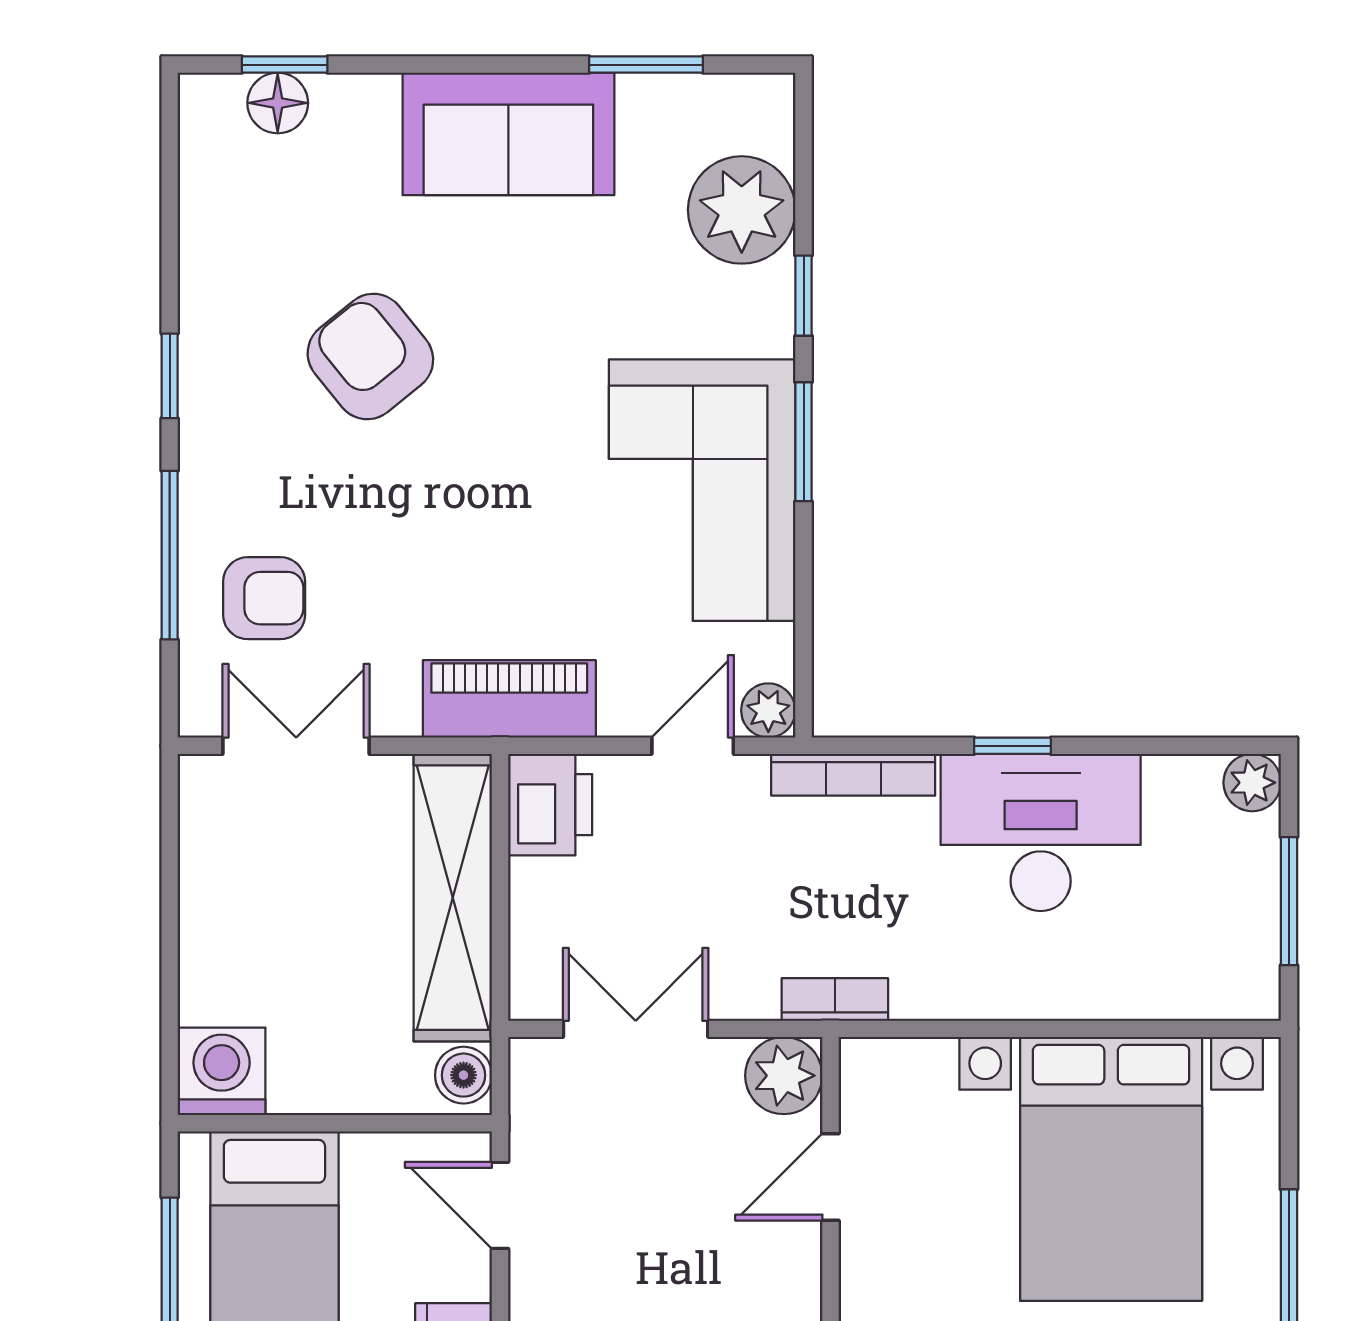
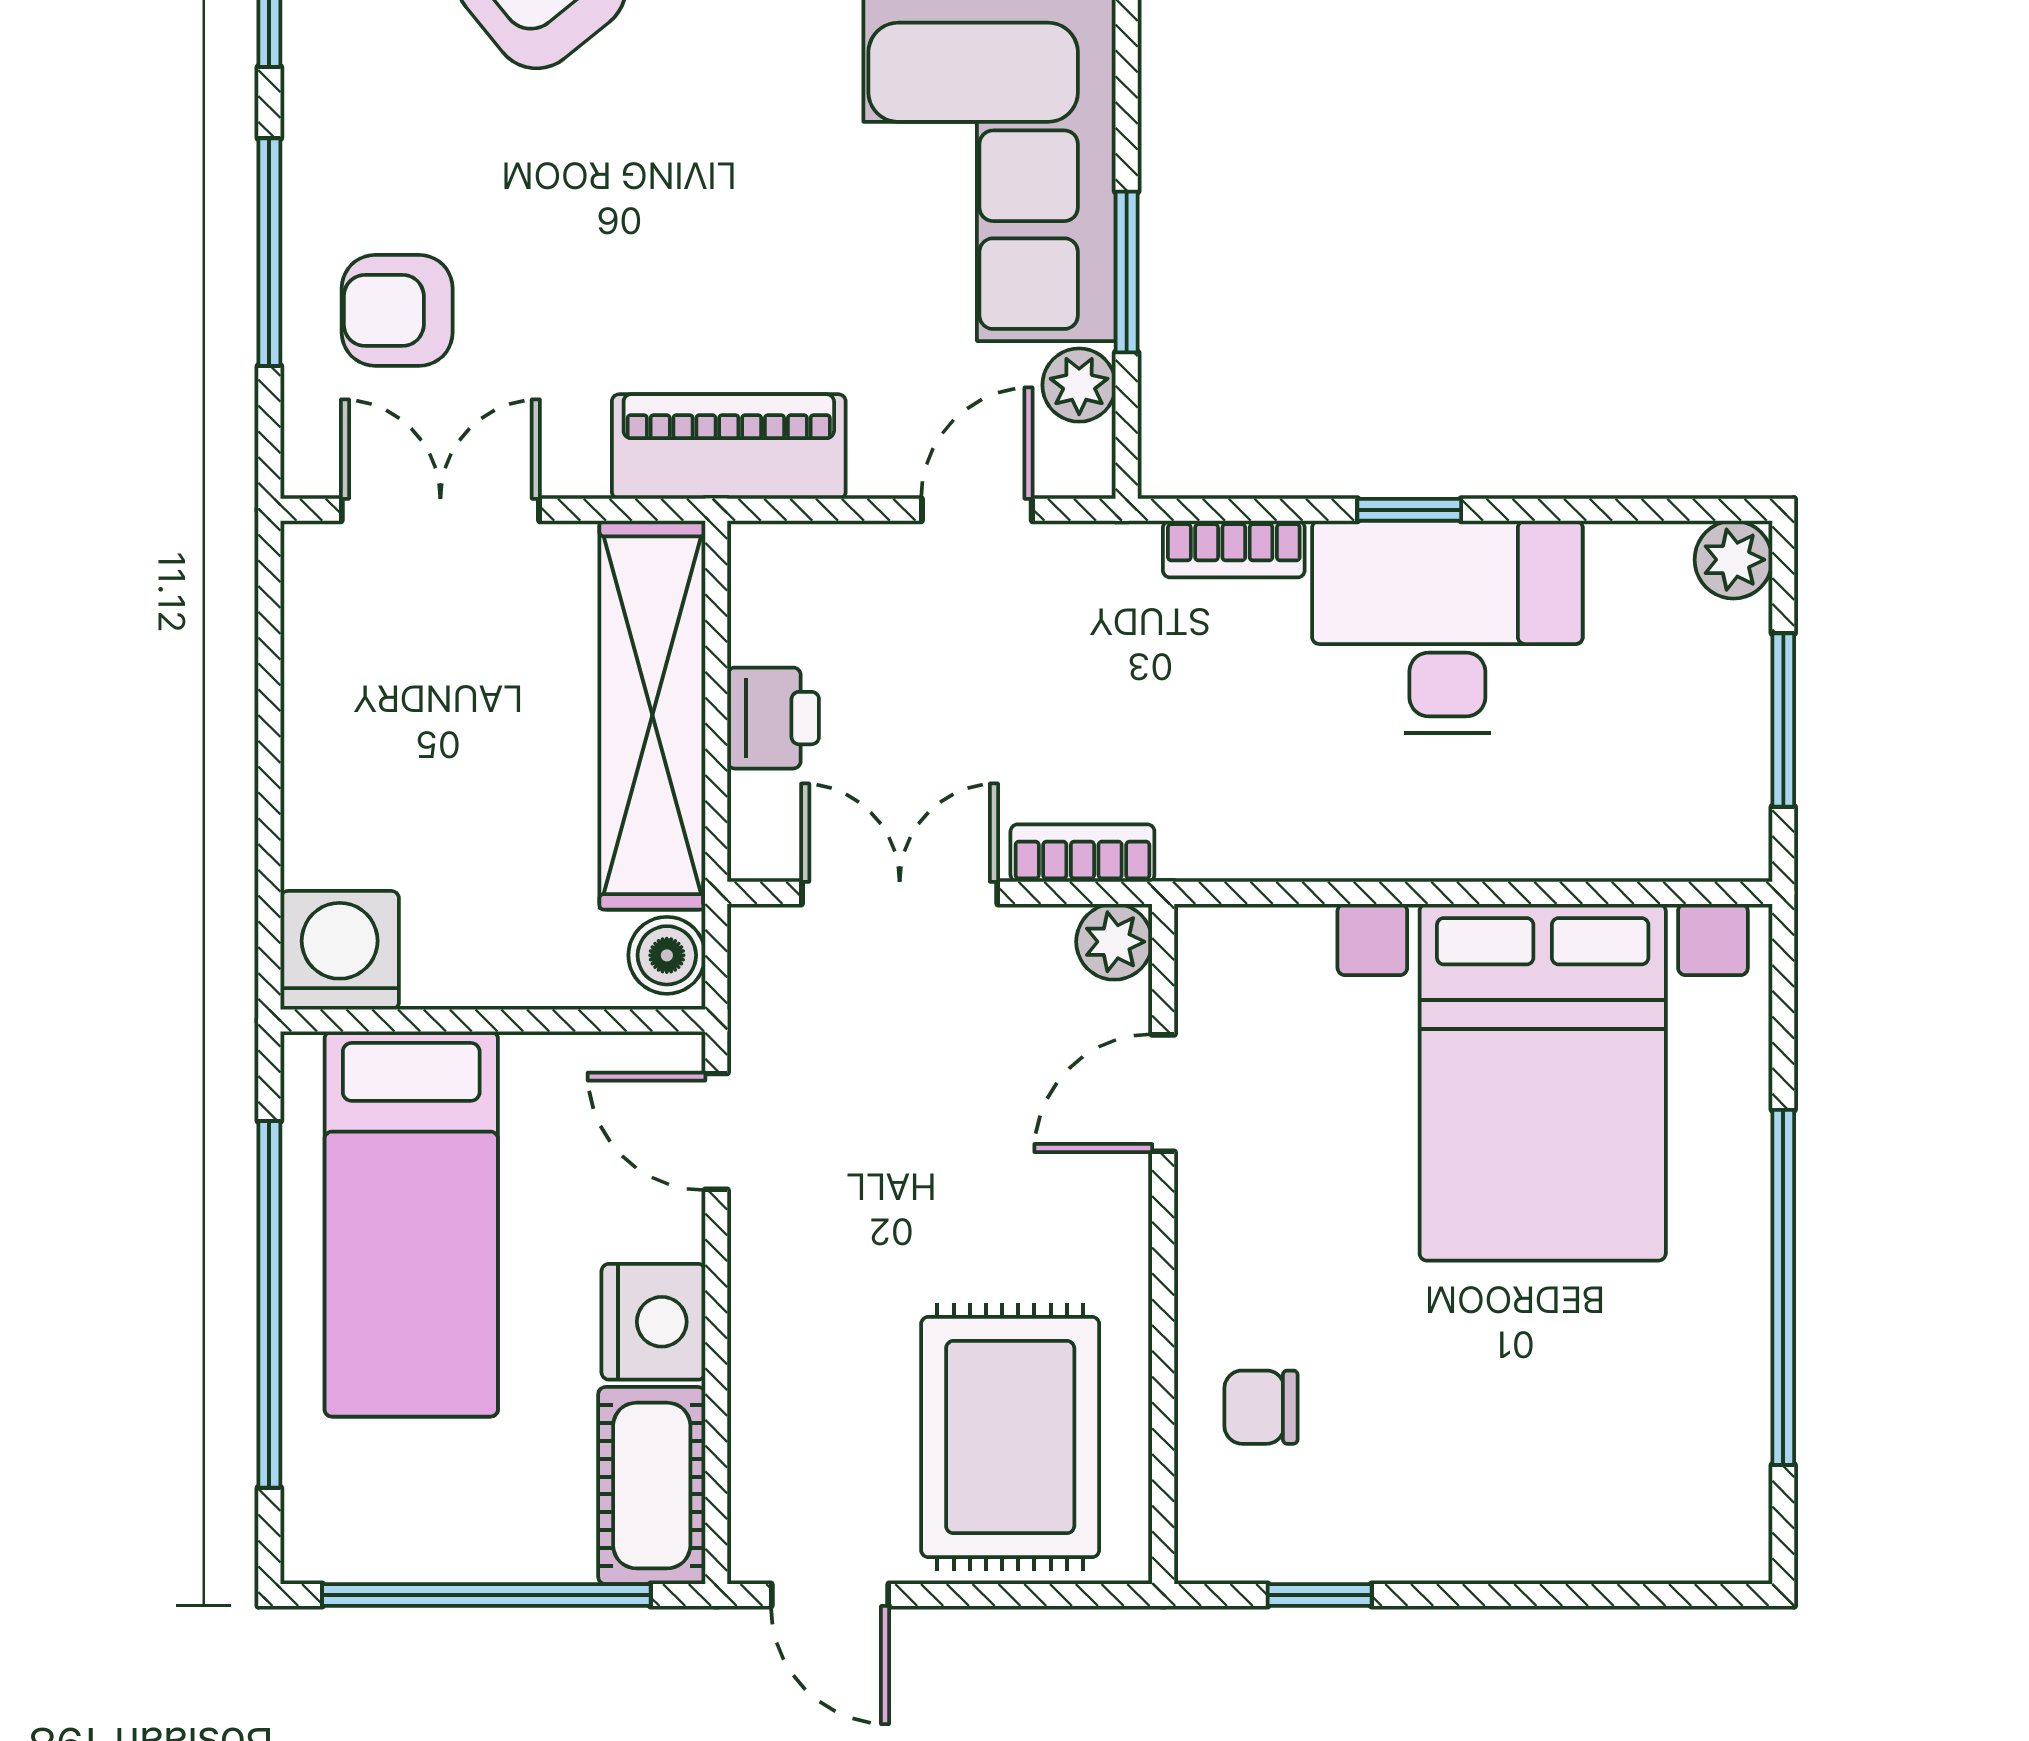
window: (804, 442) -> (1127, 272), moved
armchair: (264, 598) -> (397, 310), turned 180
plant: (768, 710) -> (1079, 385), moved
bookcase: (853, 775) -> (1234, 549), width x0.64
printer: (550, 805) -> (773, 718), moved, width x0.73, depth x0.81
bookcase: (835, 999) -> (1082, 853), moved
plant: (784, 1076) -> (1114, 942), width x0.73, depth x0.73

